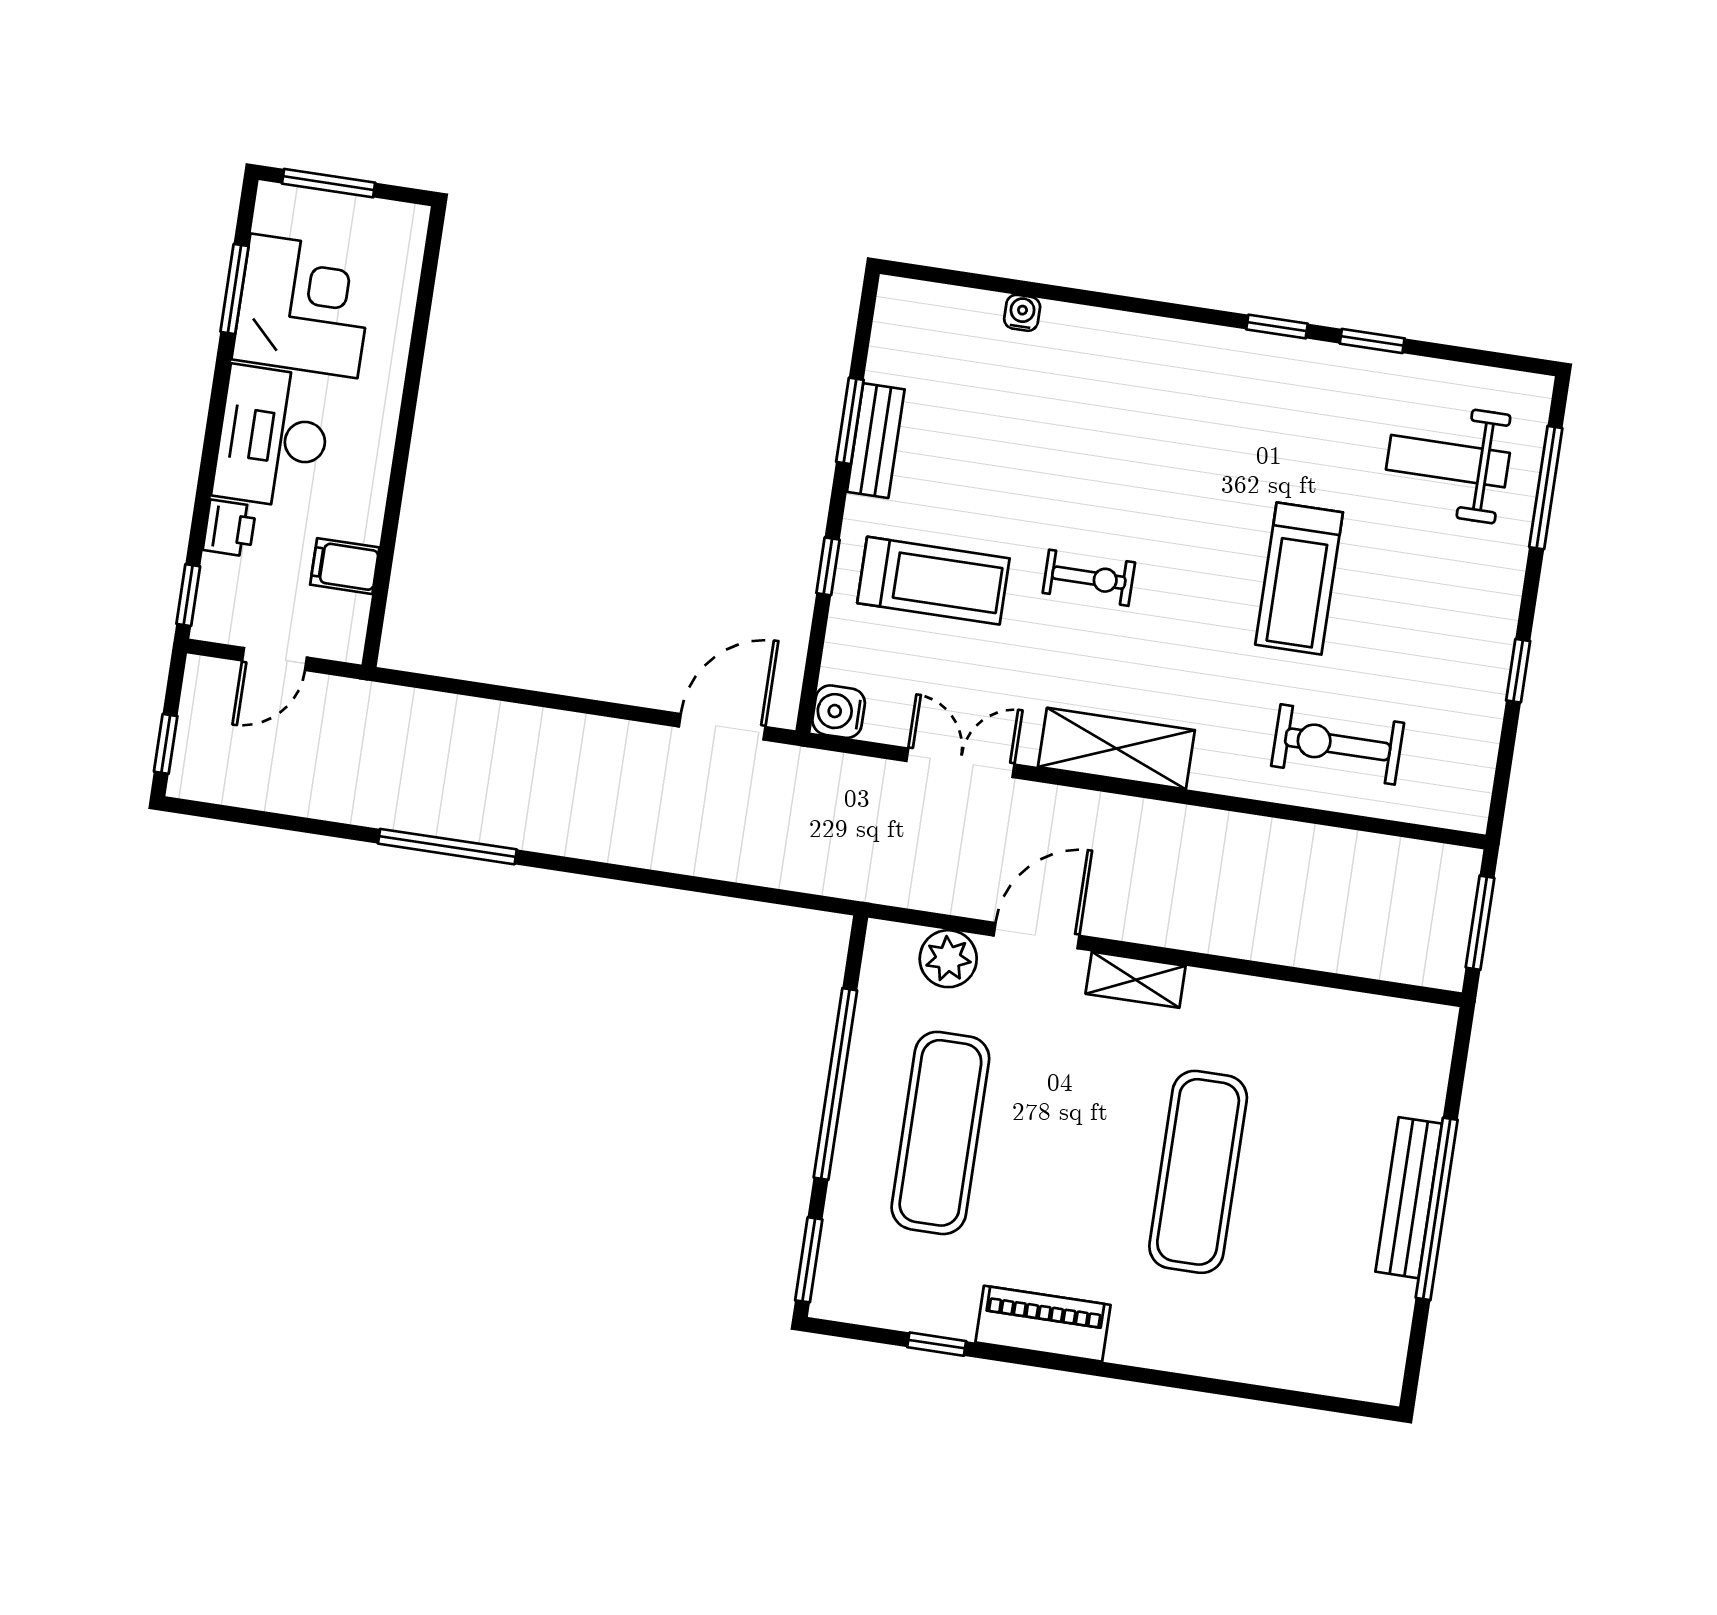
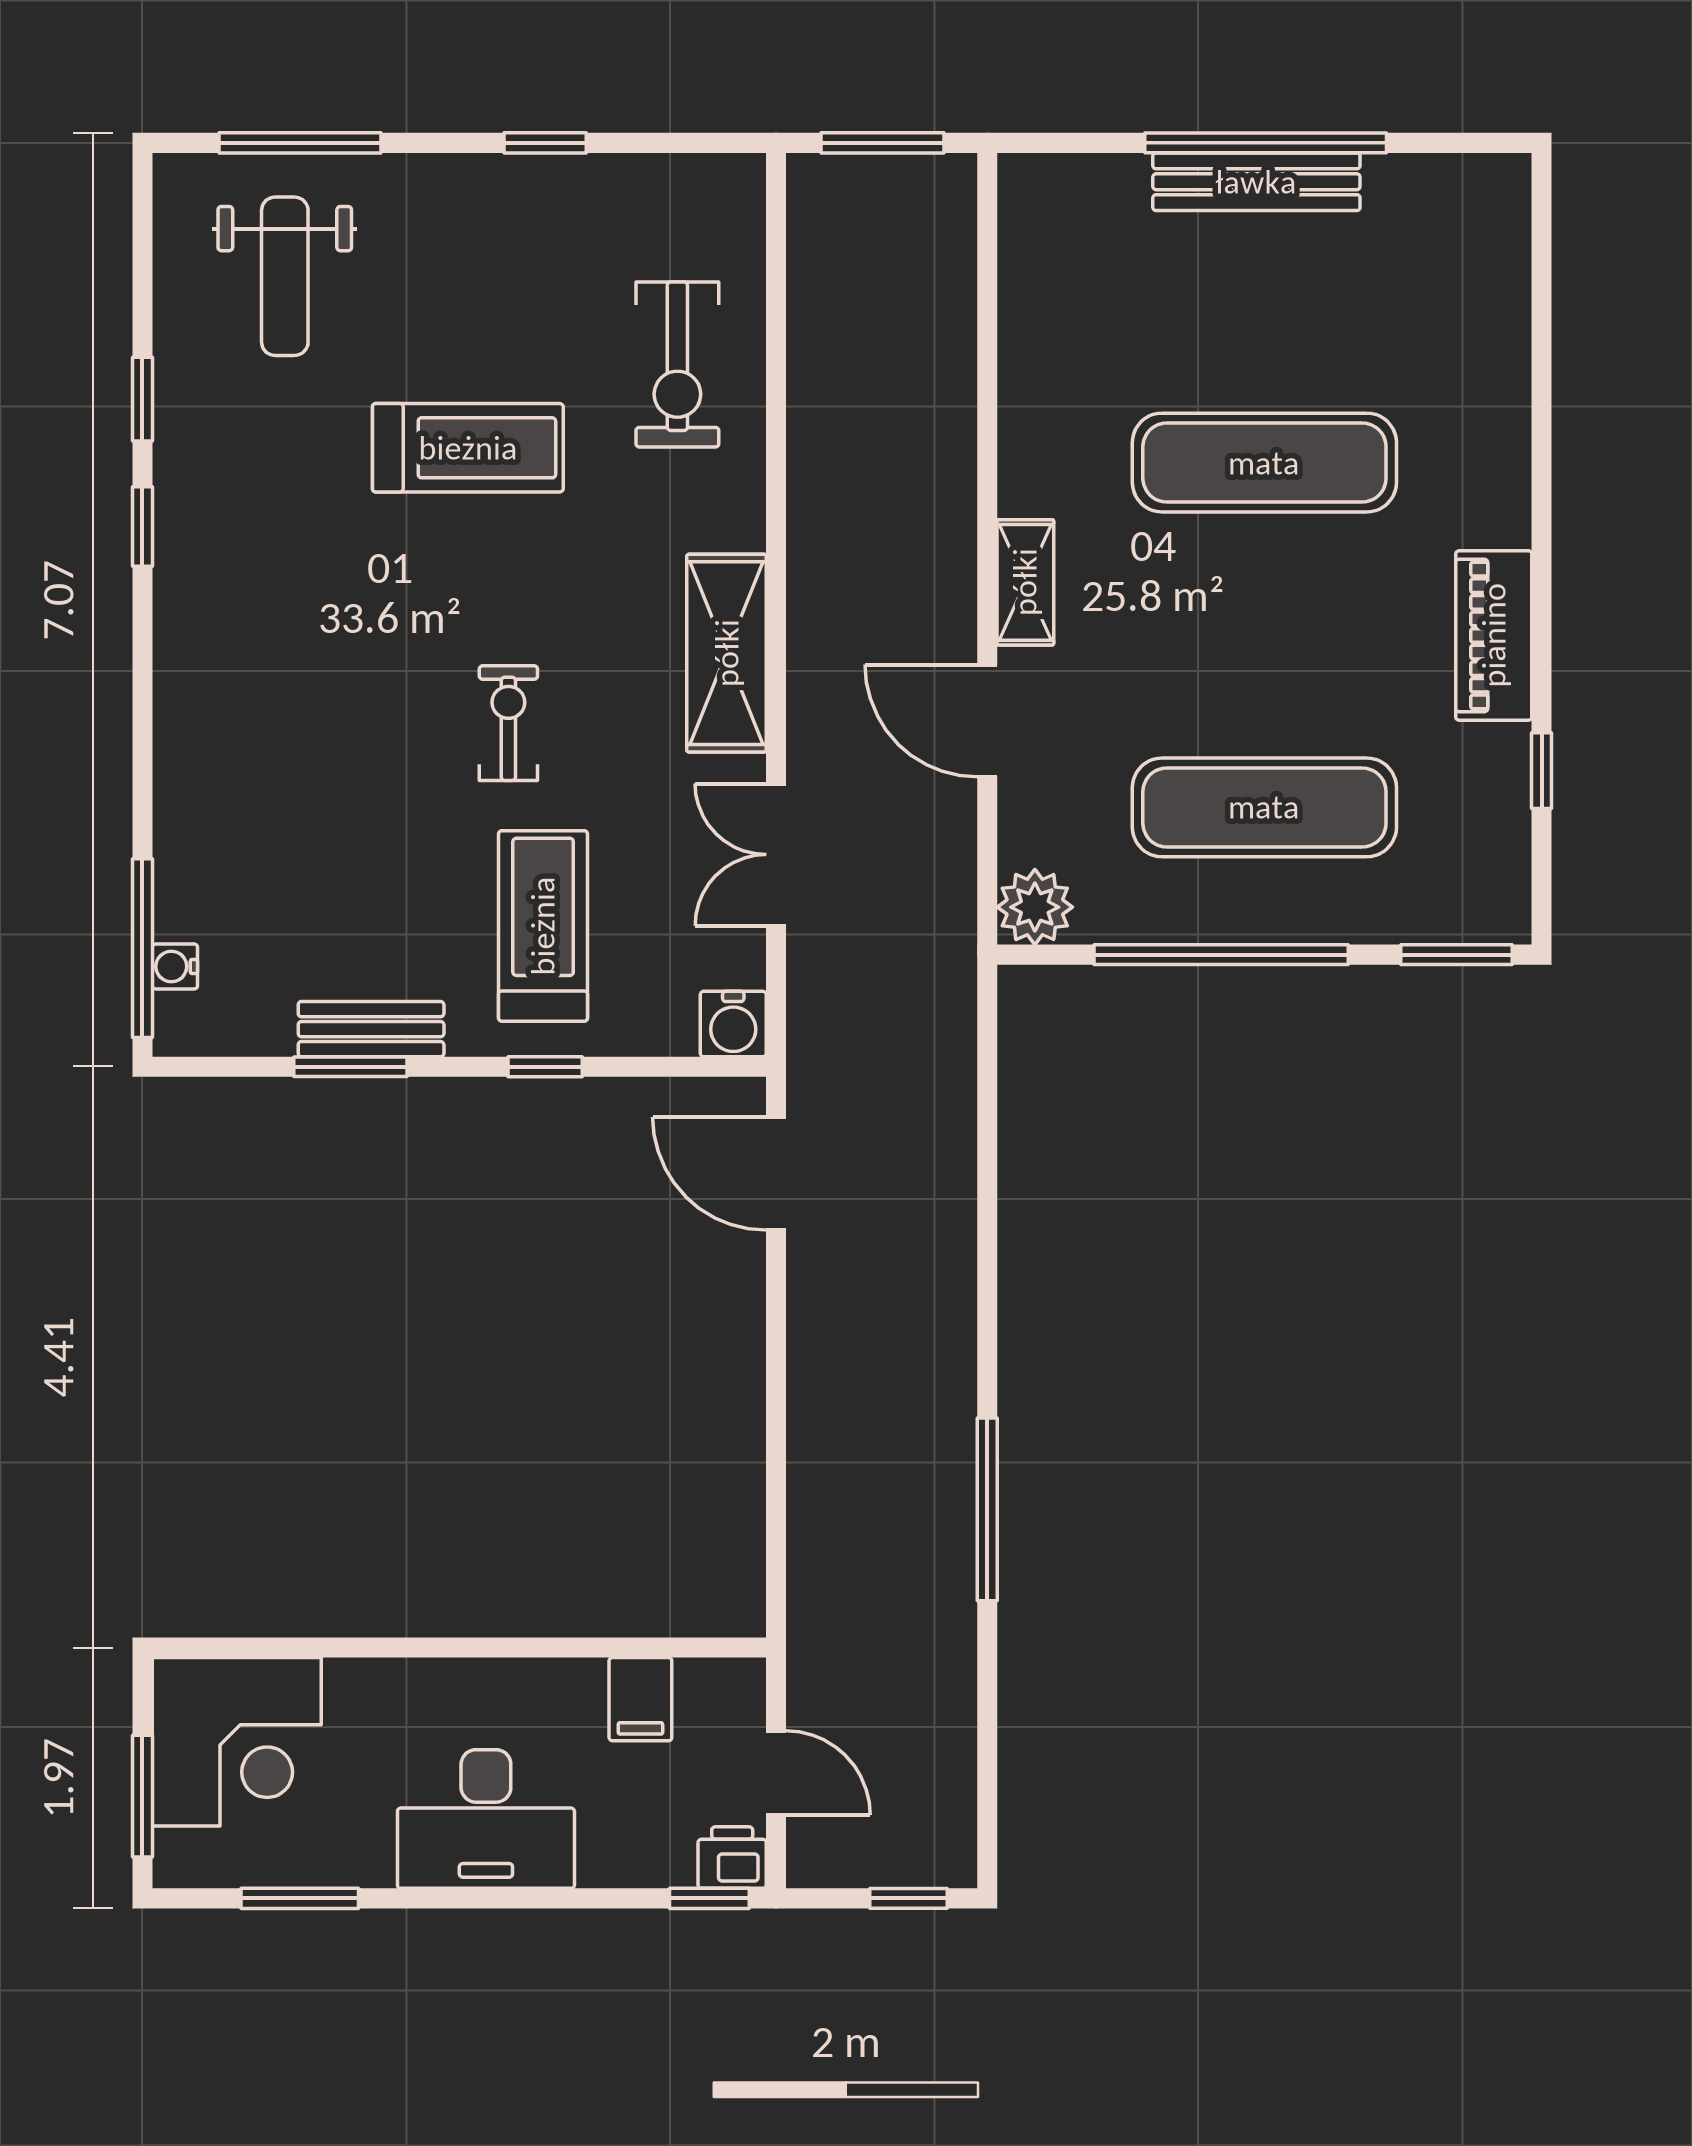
window: (962, 279) -> (142, 948), added
corner desk: (304, 306) -> (237, 1742), moved, turned 180
water cooler: (1022, 313) -> (175, 966), moved
printer: (229, 528) -> (732, 1858), moved
plant: (948, 959) -> (1035, 907), moved

